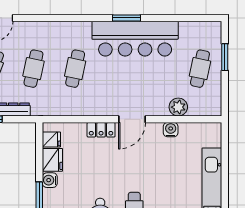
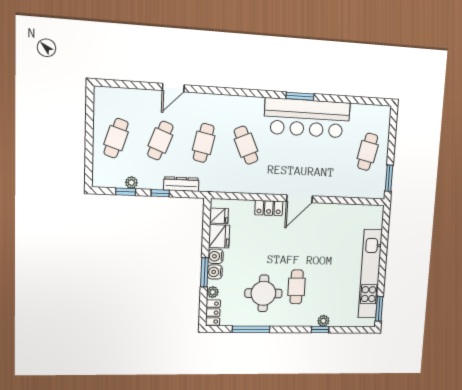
window: (225, 57) -> (389, 178), moved
cafe table: (75, 69) -> (246, 145), turned -36
plant: (178, 107) -> (345, 189), removed
water cooler: (171, 130) -> (215, 272), moved, turned -90

